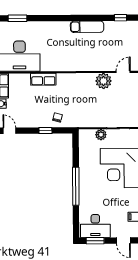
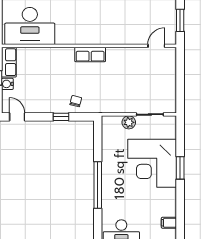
row of seats: (43, 79) -> (90, 54), moved
plant: (103, 81) -> (132, 57), removed

